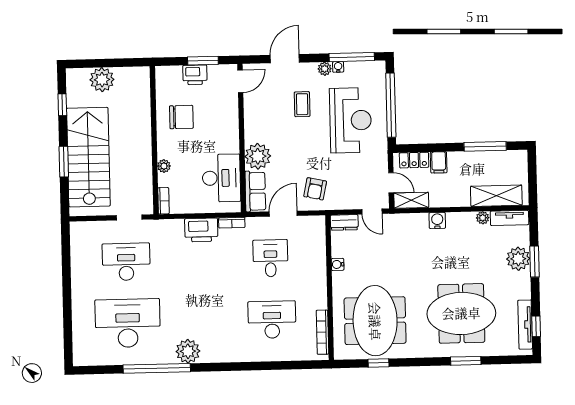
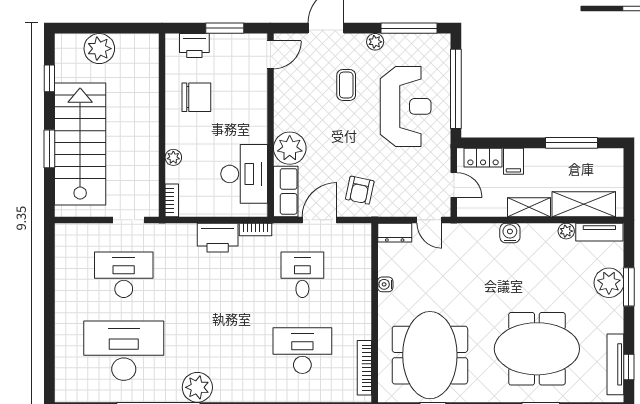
water cooler: (338, 67) -> (392, 40), removed
printer: (195, 75) -> (194, 45), moved
shelving: (411, 200) -> (529, 207), moved

